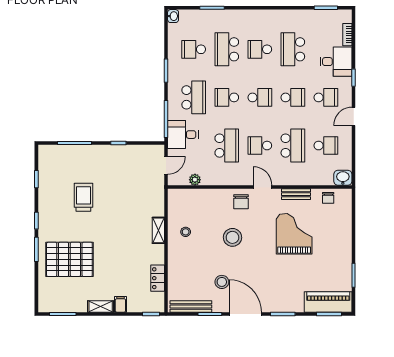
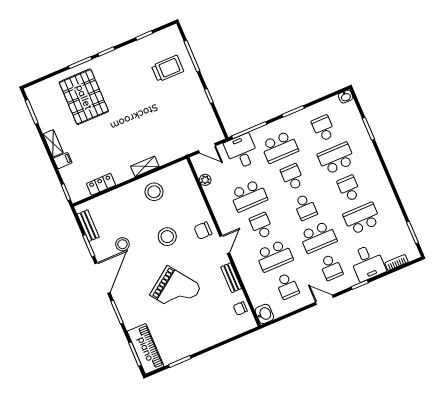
school desk: (293, 97) -> (318, 237), width x1.85
trolley: (83, 197) -> (168, 69), moved
stool: (186, 232) -> (154, 192), width x1.89, depth x1.89
grand piano: (294, 234) -> (176, 290), moved, turned 54
bench: (191, 306) -> (88, 226), width x0.73

